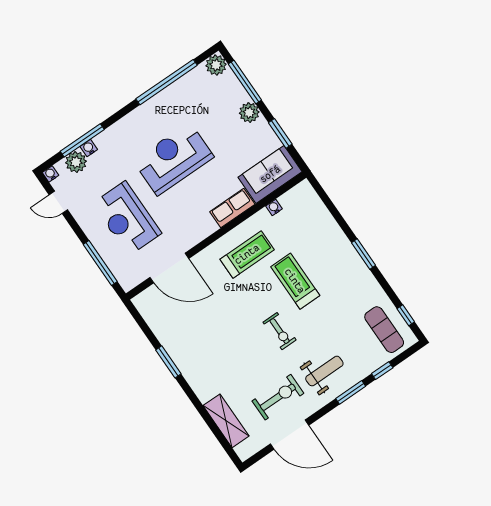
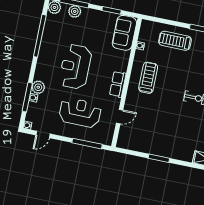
plant: (249, 113) -> (75, 11), moved
plant: (76, 162) -> (38, 87), moved
row of seats: (232, 208) -> (118, 84), moved
reception desk: (127, 218) -> (80, 113), turned 180
door: (169, 268) -> (120, 117), width x0.53
treadmill: (295, 281) -> (175, 41), moved

